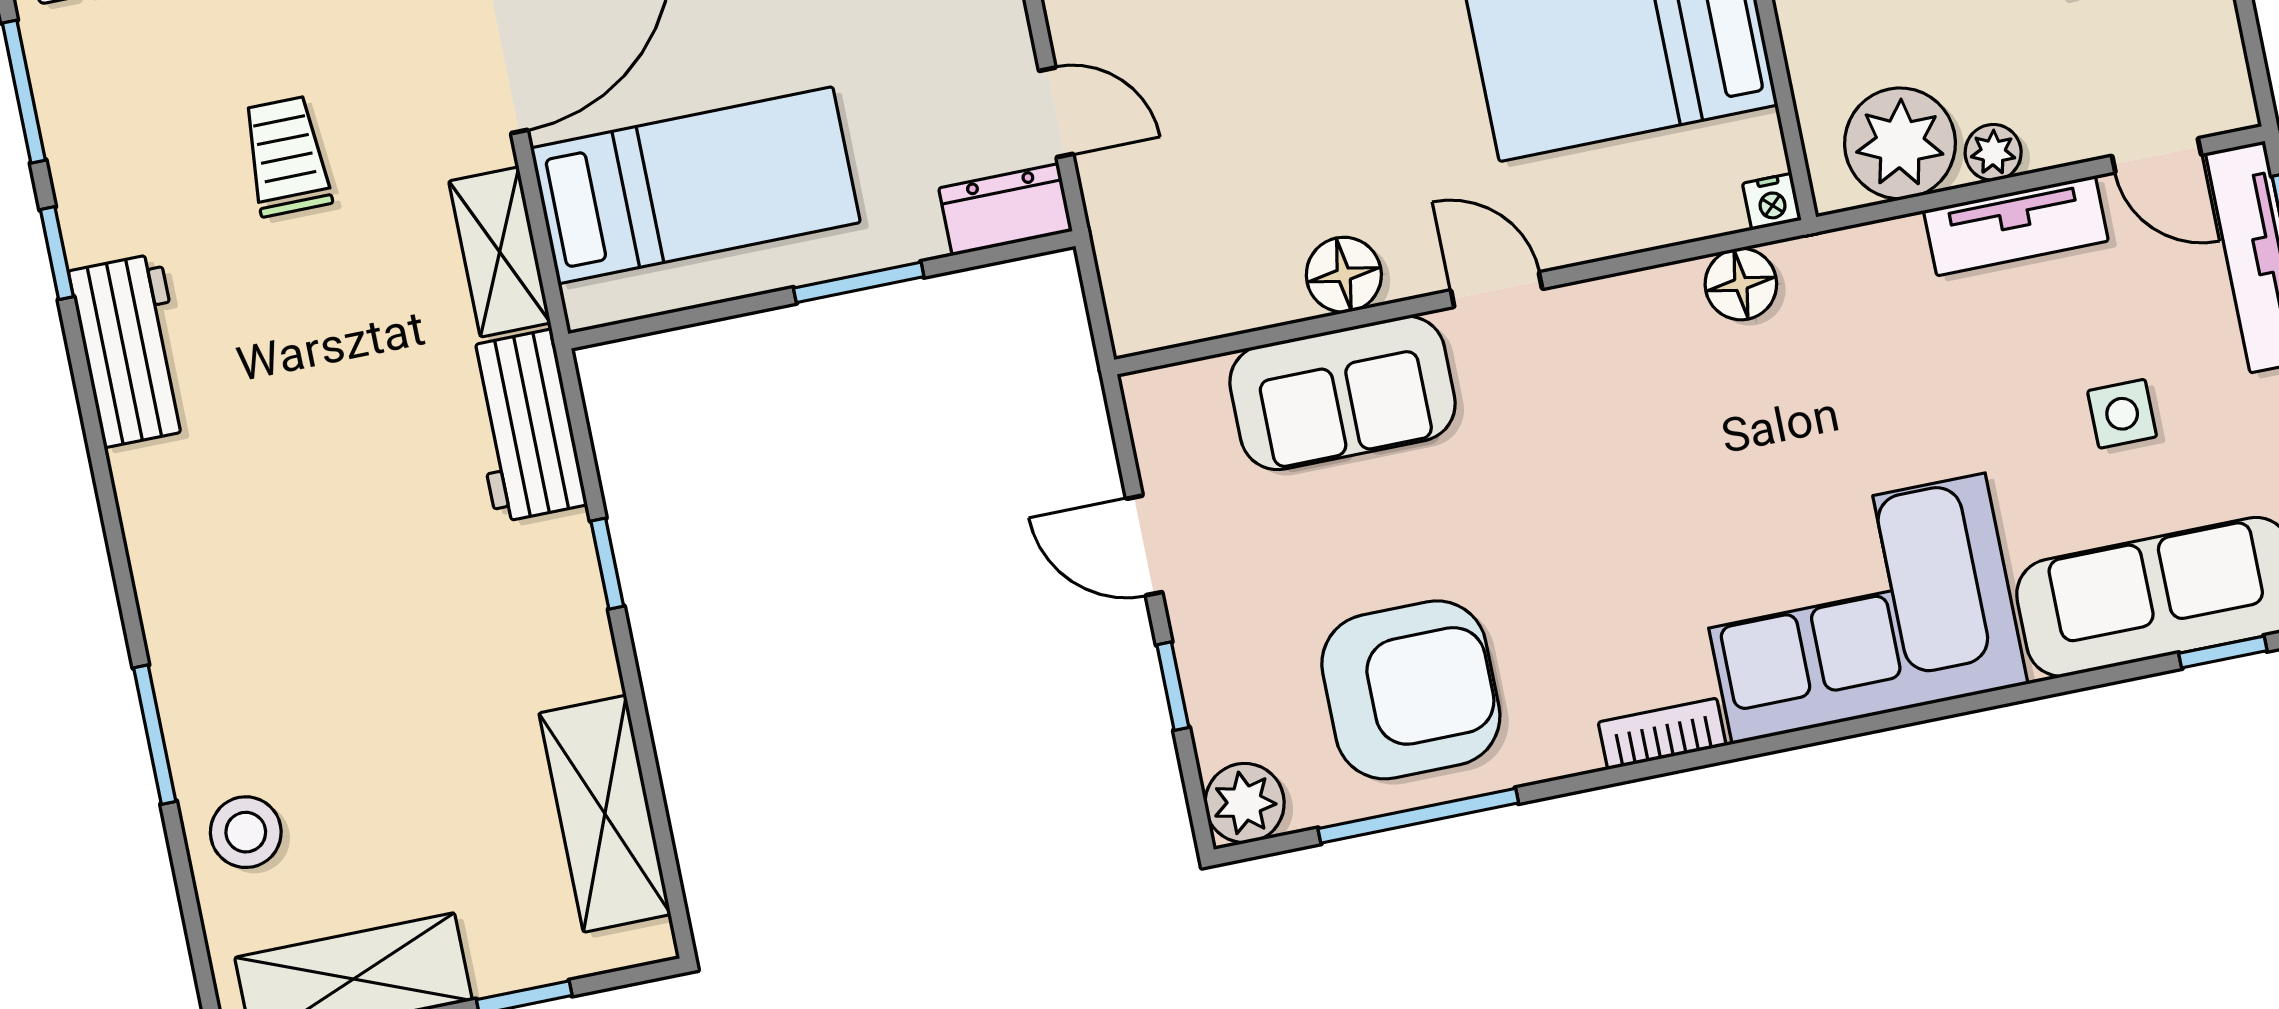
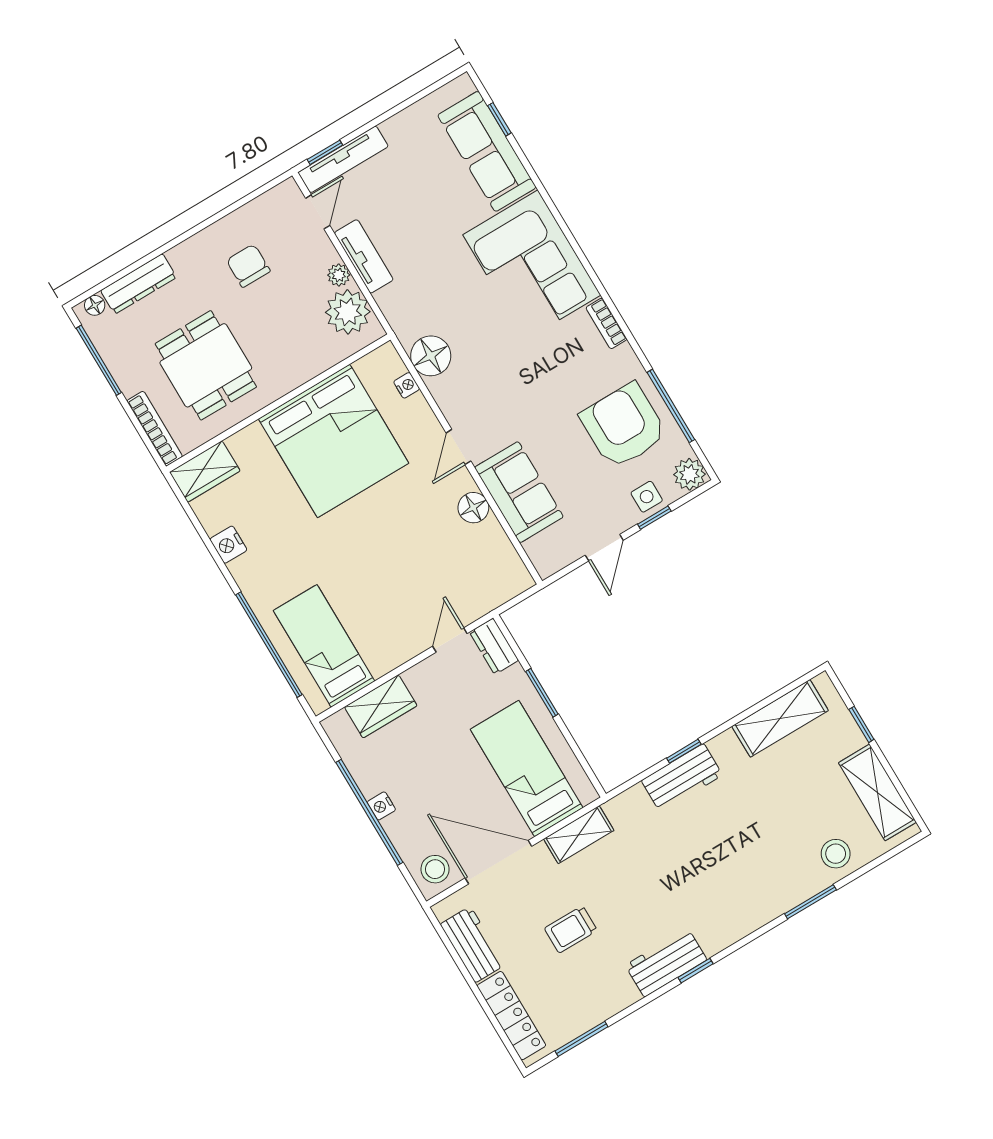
nightstand: (1772, 202) -> (407, 385), moved
window: (57, 253) -> (696, 971), moved
floor lamp: (1741, 284) -> (431, 356), width x1.38, depth x1.38
side table: (2122, 414) -> (647, 497), moved
workbench: (524, 426) -> (682, 778), moved

